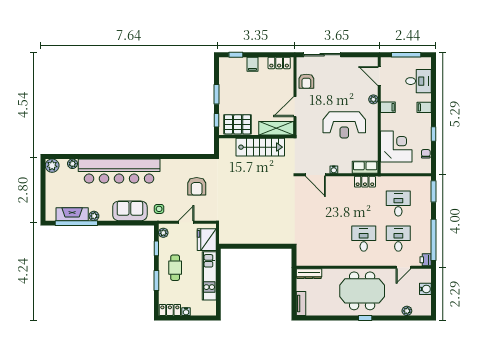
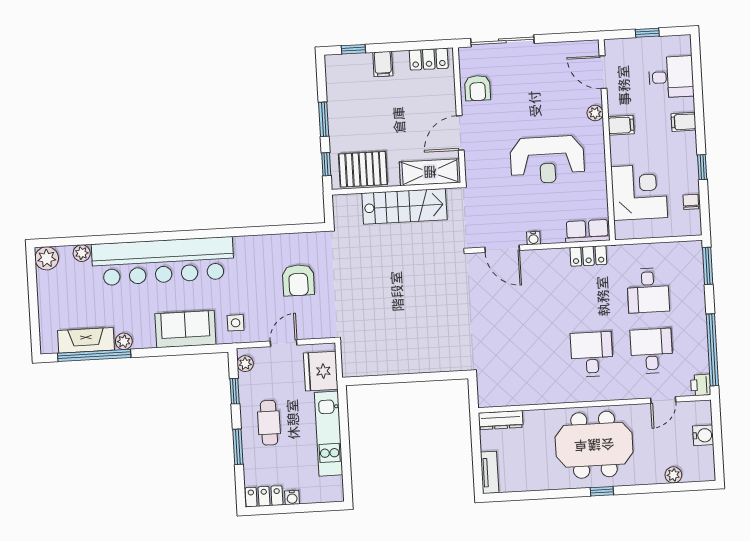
window: (406, 55) -> (647, 33), width x0.46
desk: (398, 203) -> (648, 290), turned 180

